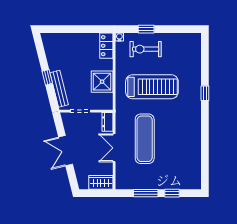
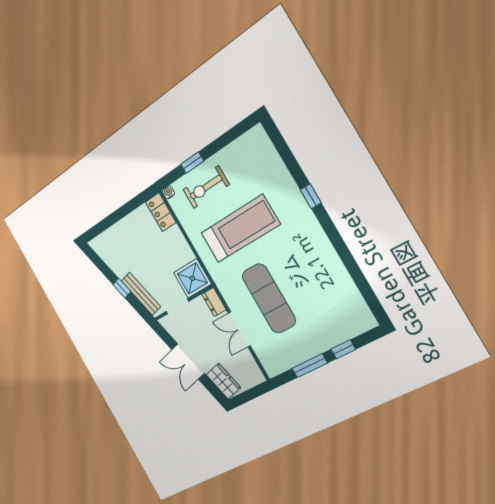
shower: (102, 82) -> (192, 278), moved
wardrobe: (101, 182) -> (223, 381), moved, turned 76

